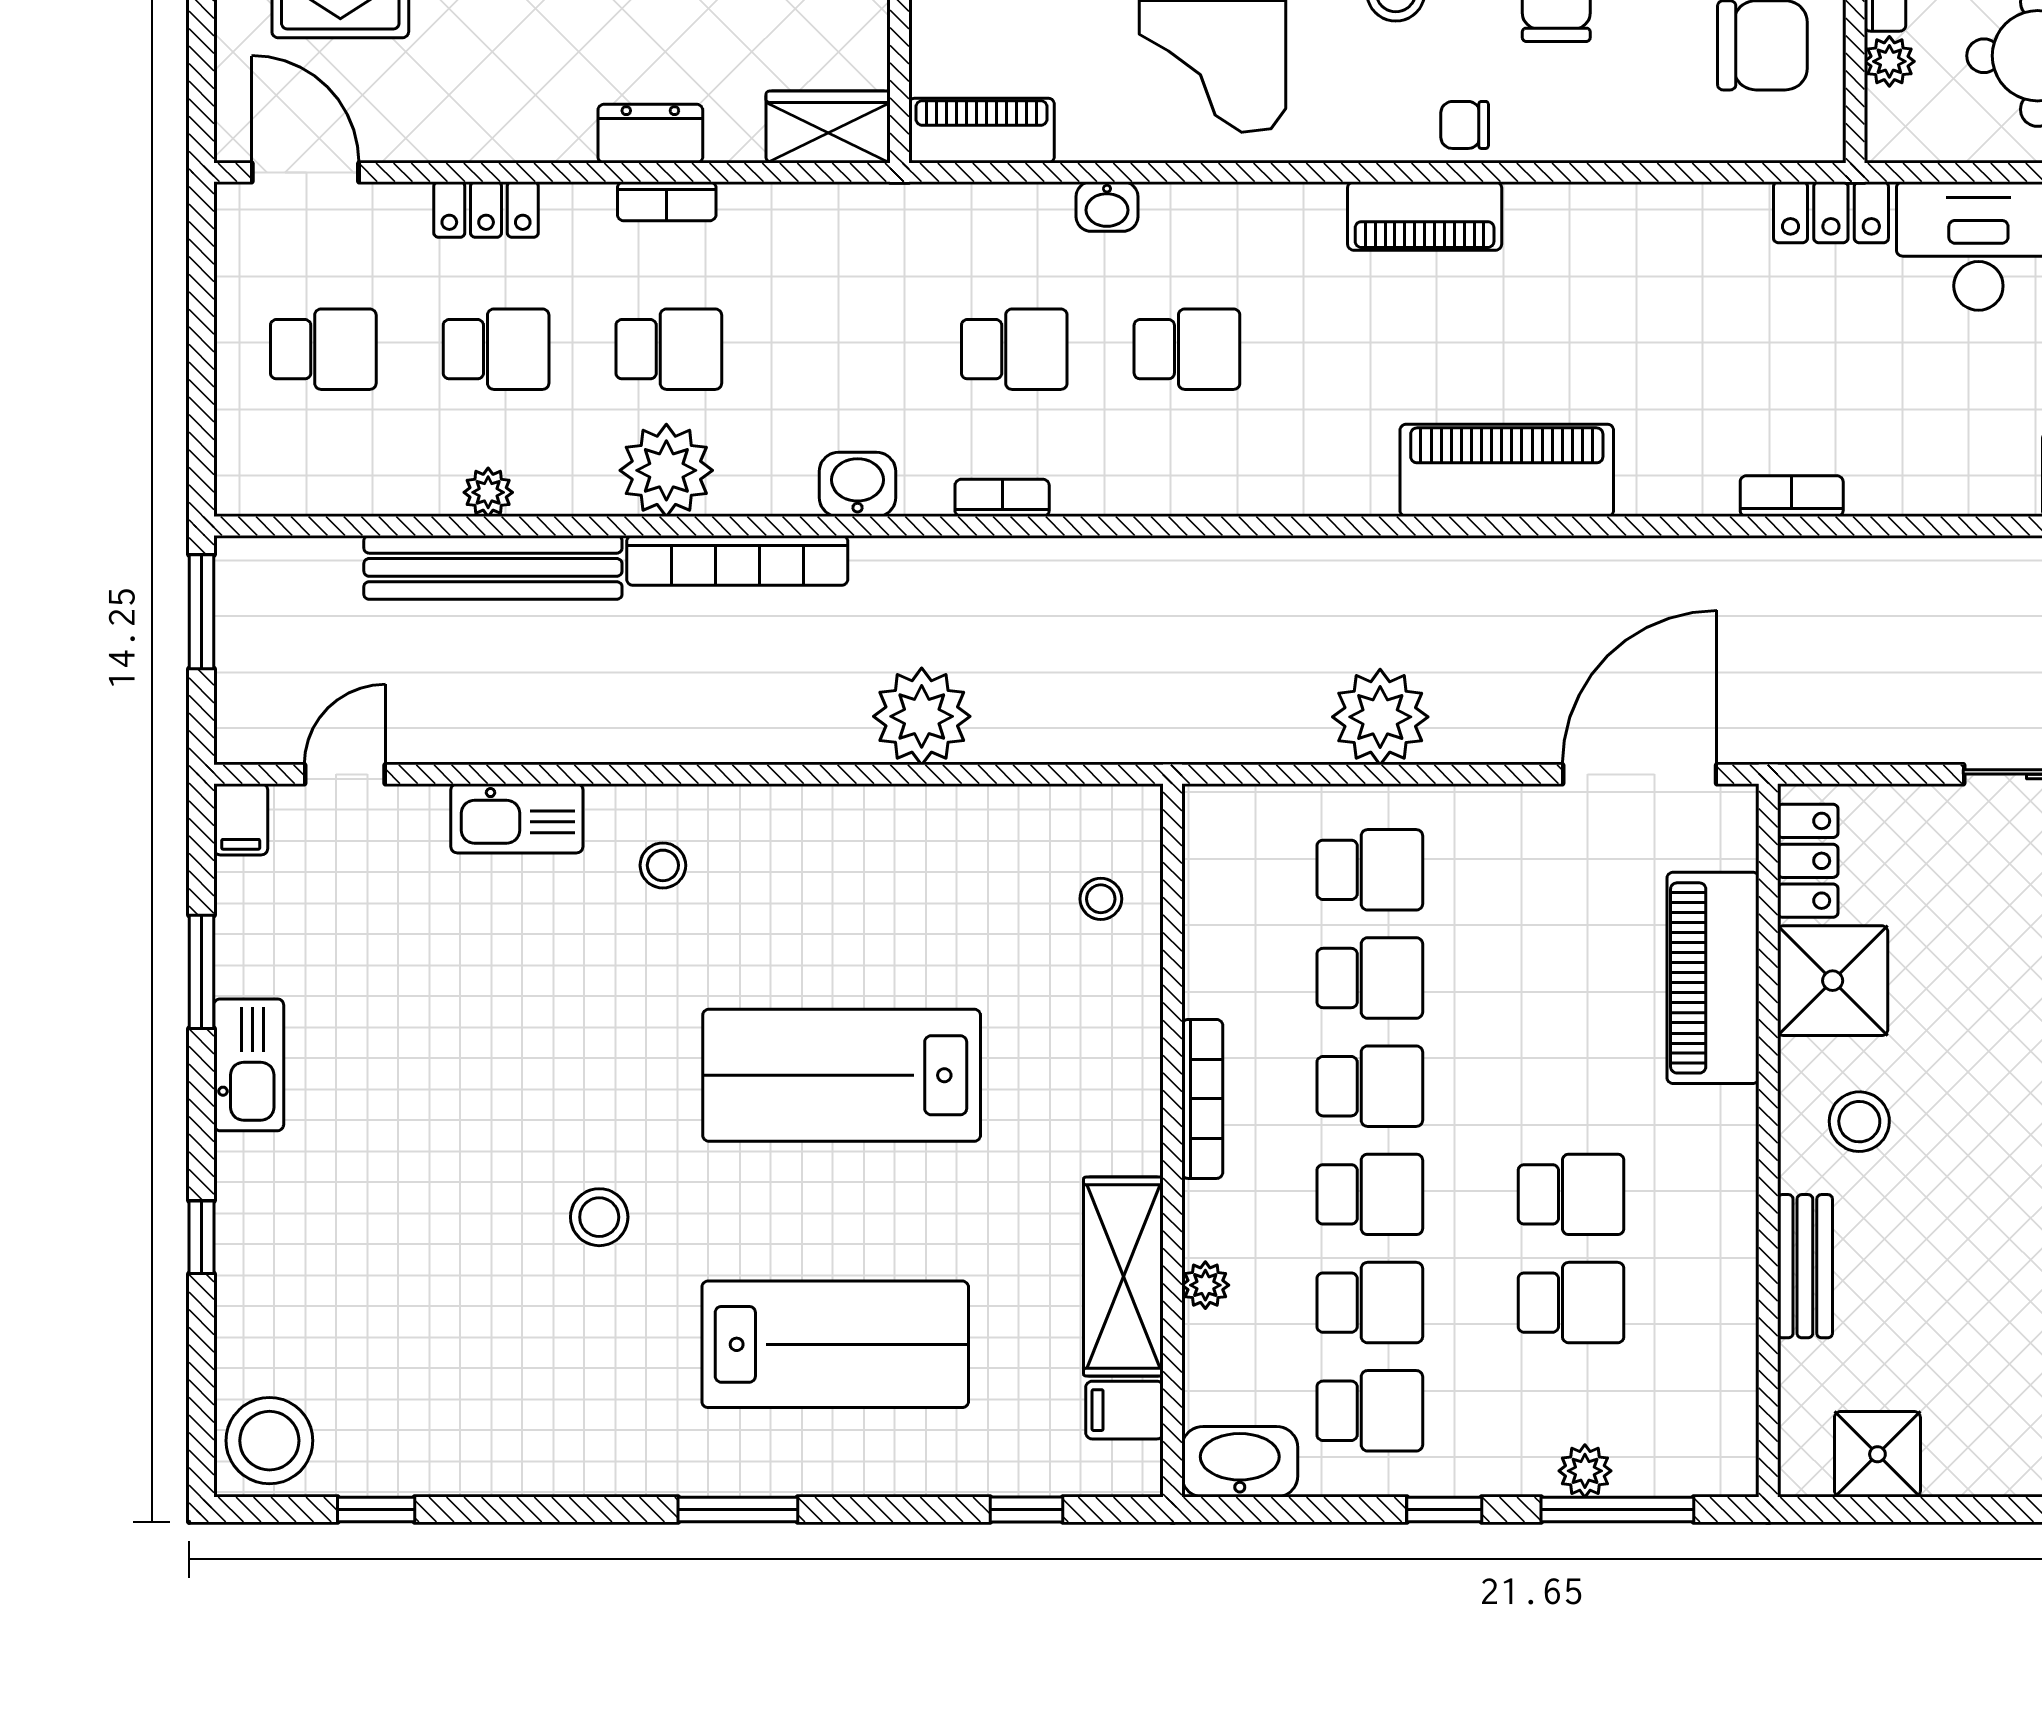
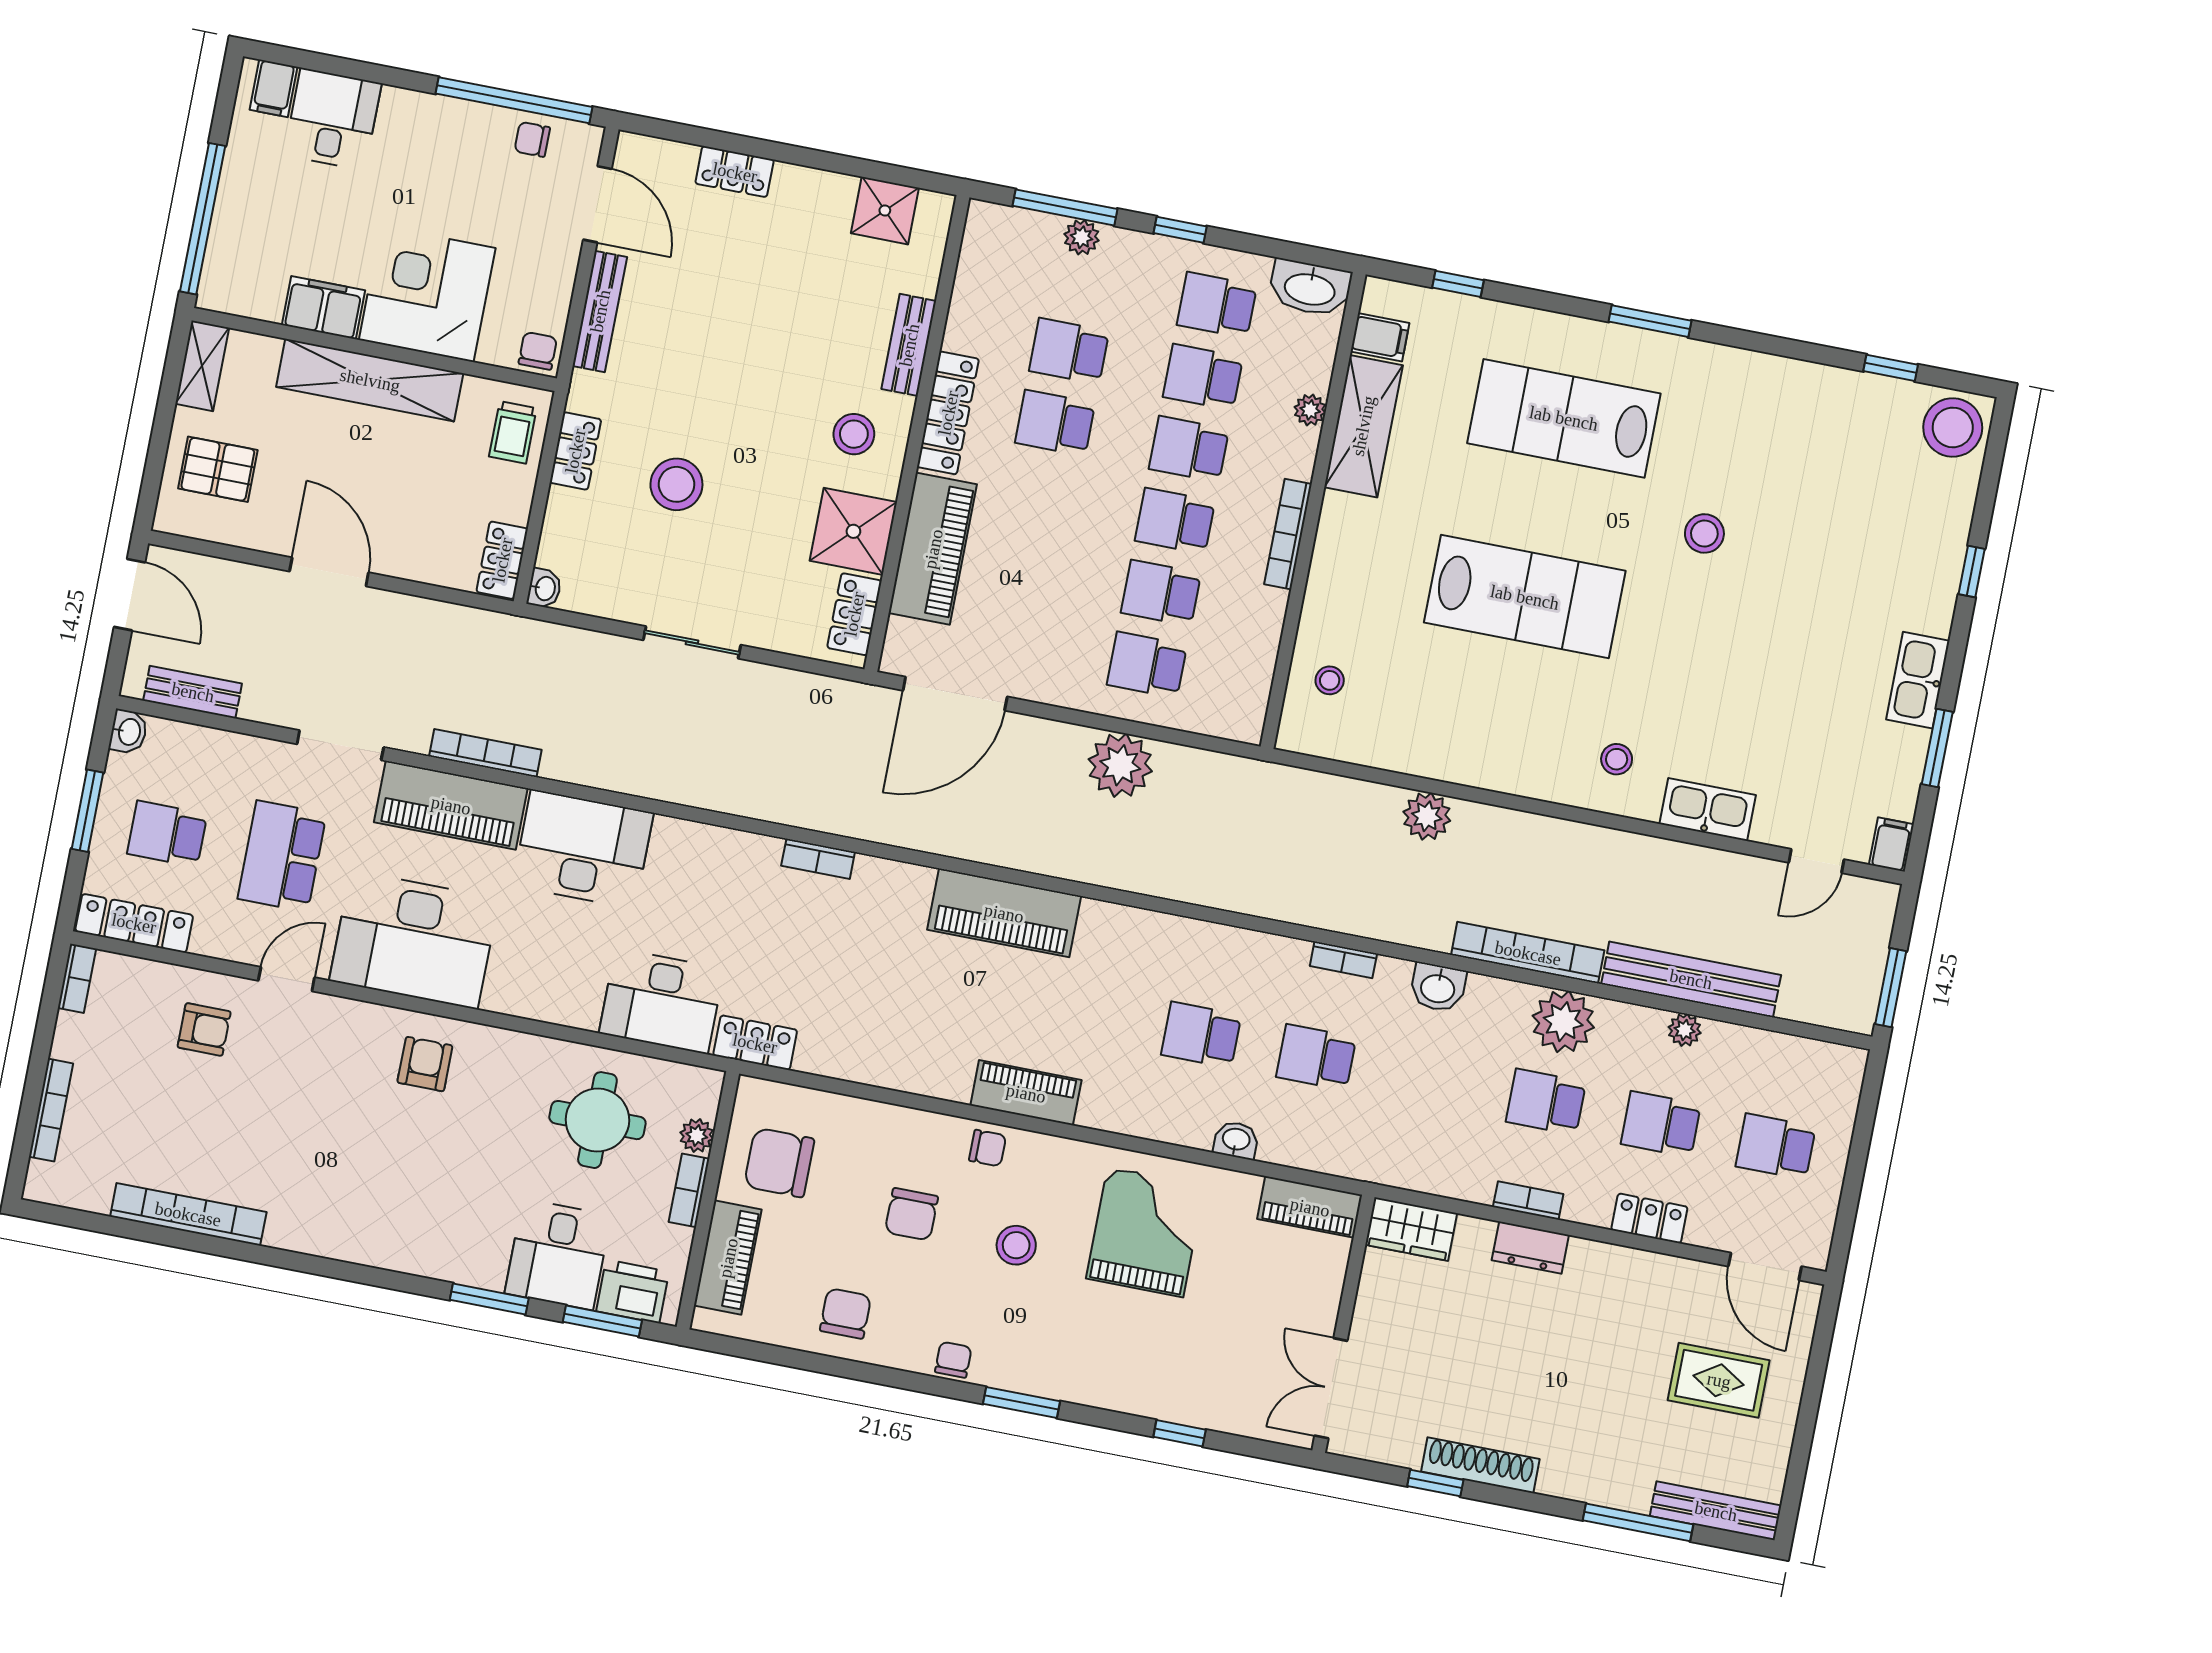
plant: (922, 716) -> (1427, 816), width x0.73, depth x0.73
locker: (1729, 1179) -> (948, 413), added

